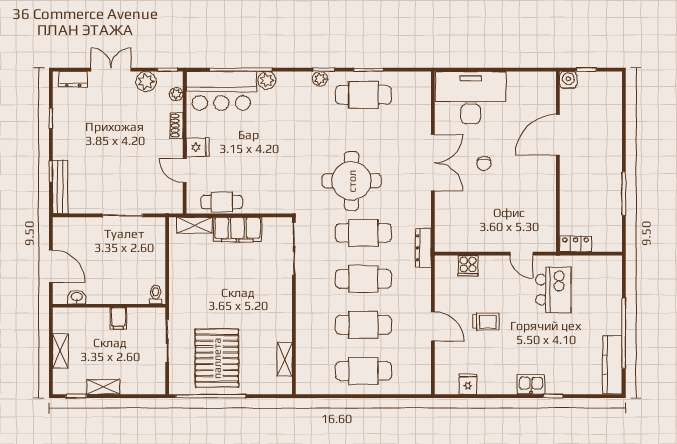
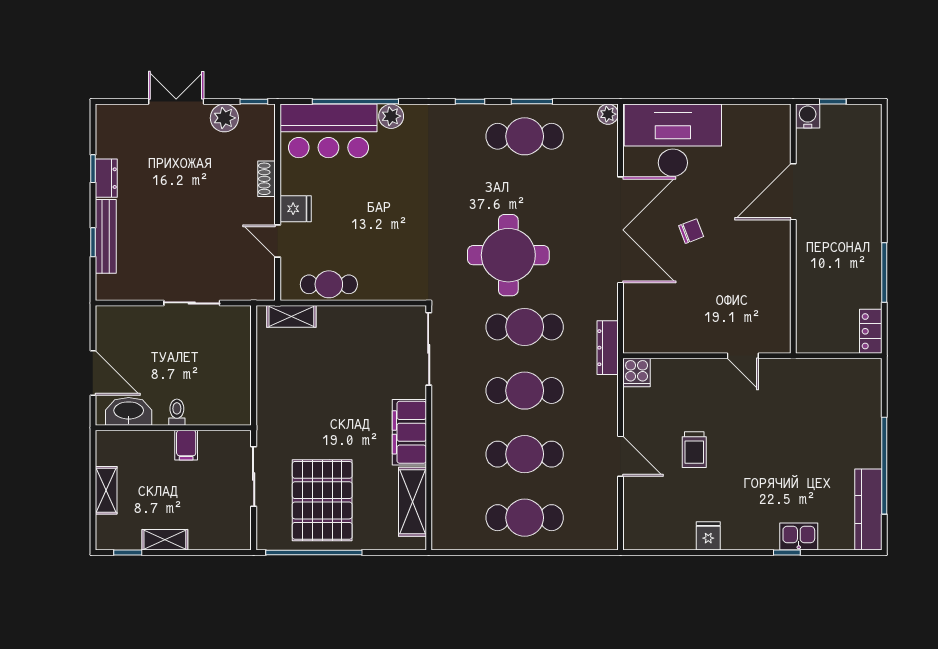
dresser: (73, 79) -> (106, 178), moved, turned -90
plant: (320, 79) -> (608, 114), moved
plant: (176, 94) -> (266, 135), removed
double door: (433, 163) -> (621, 230), width x1.36
chair: (484, 163) -> (691, 231), turned -111
bench: (60, 187) -> (106, 236), moved
filing cabinet: (237, 230) -> (409, 432), moved, turned 90
locker: (576, 244) -> (871, 331), moved, turned -90
cooker: (468, 266) -> (637, 373), moved
kitchen island: (553, 290) -> (787, 406), removed
toilet: (156, 294) -> (177, 412), moved
washbasin: (77, 297) -> (129, 411), width x1.91, depth x1.45
trolley: (486, 322) -> (694, 450), turned 90
shelving: (285, 359) -> (412, 502), width x1.50, depth x1.33
fridge: (468, 384) -> (708, 536), moved
kitchen sink: (531, 384) -> (799, 536), moved

